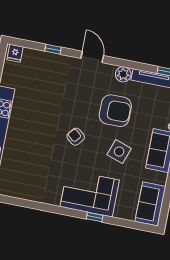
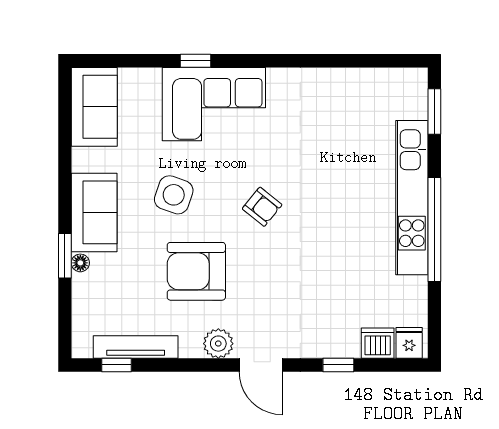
dishwasher: (31, 56) -> (378, 343), added
plant: (123, 74) -> (218, 344), moved

